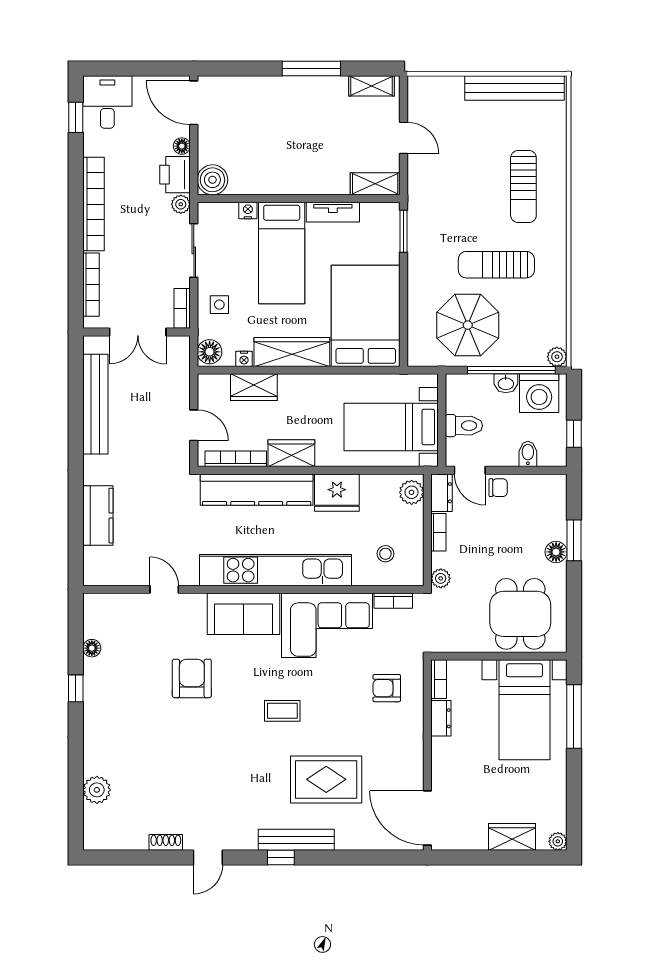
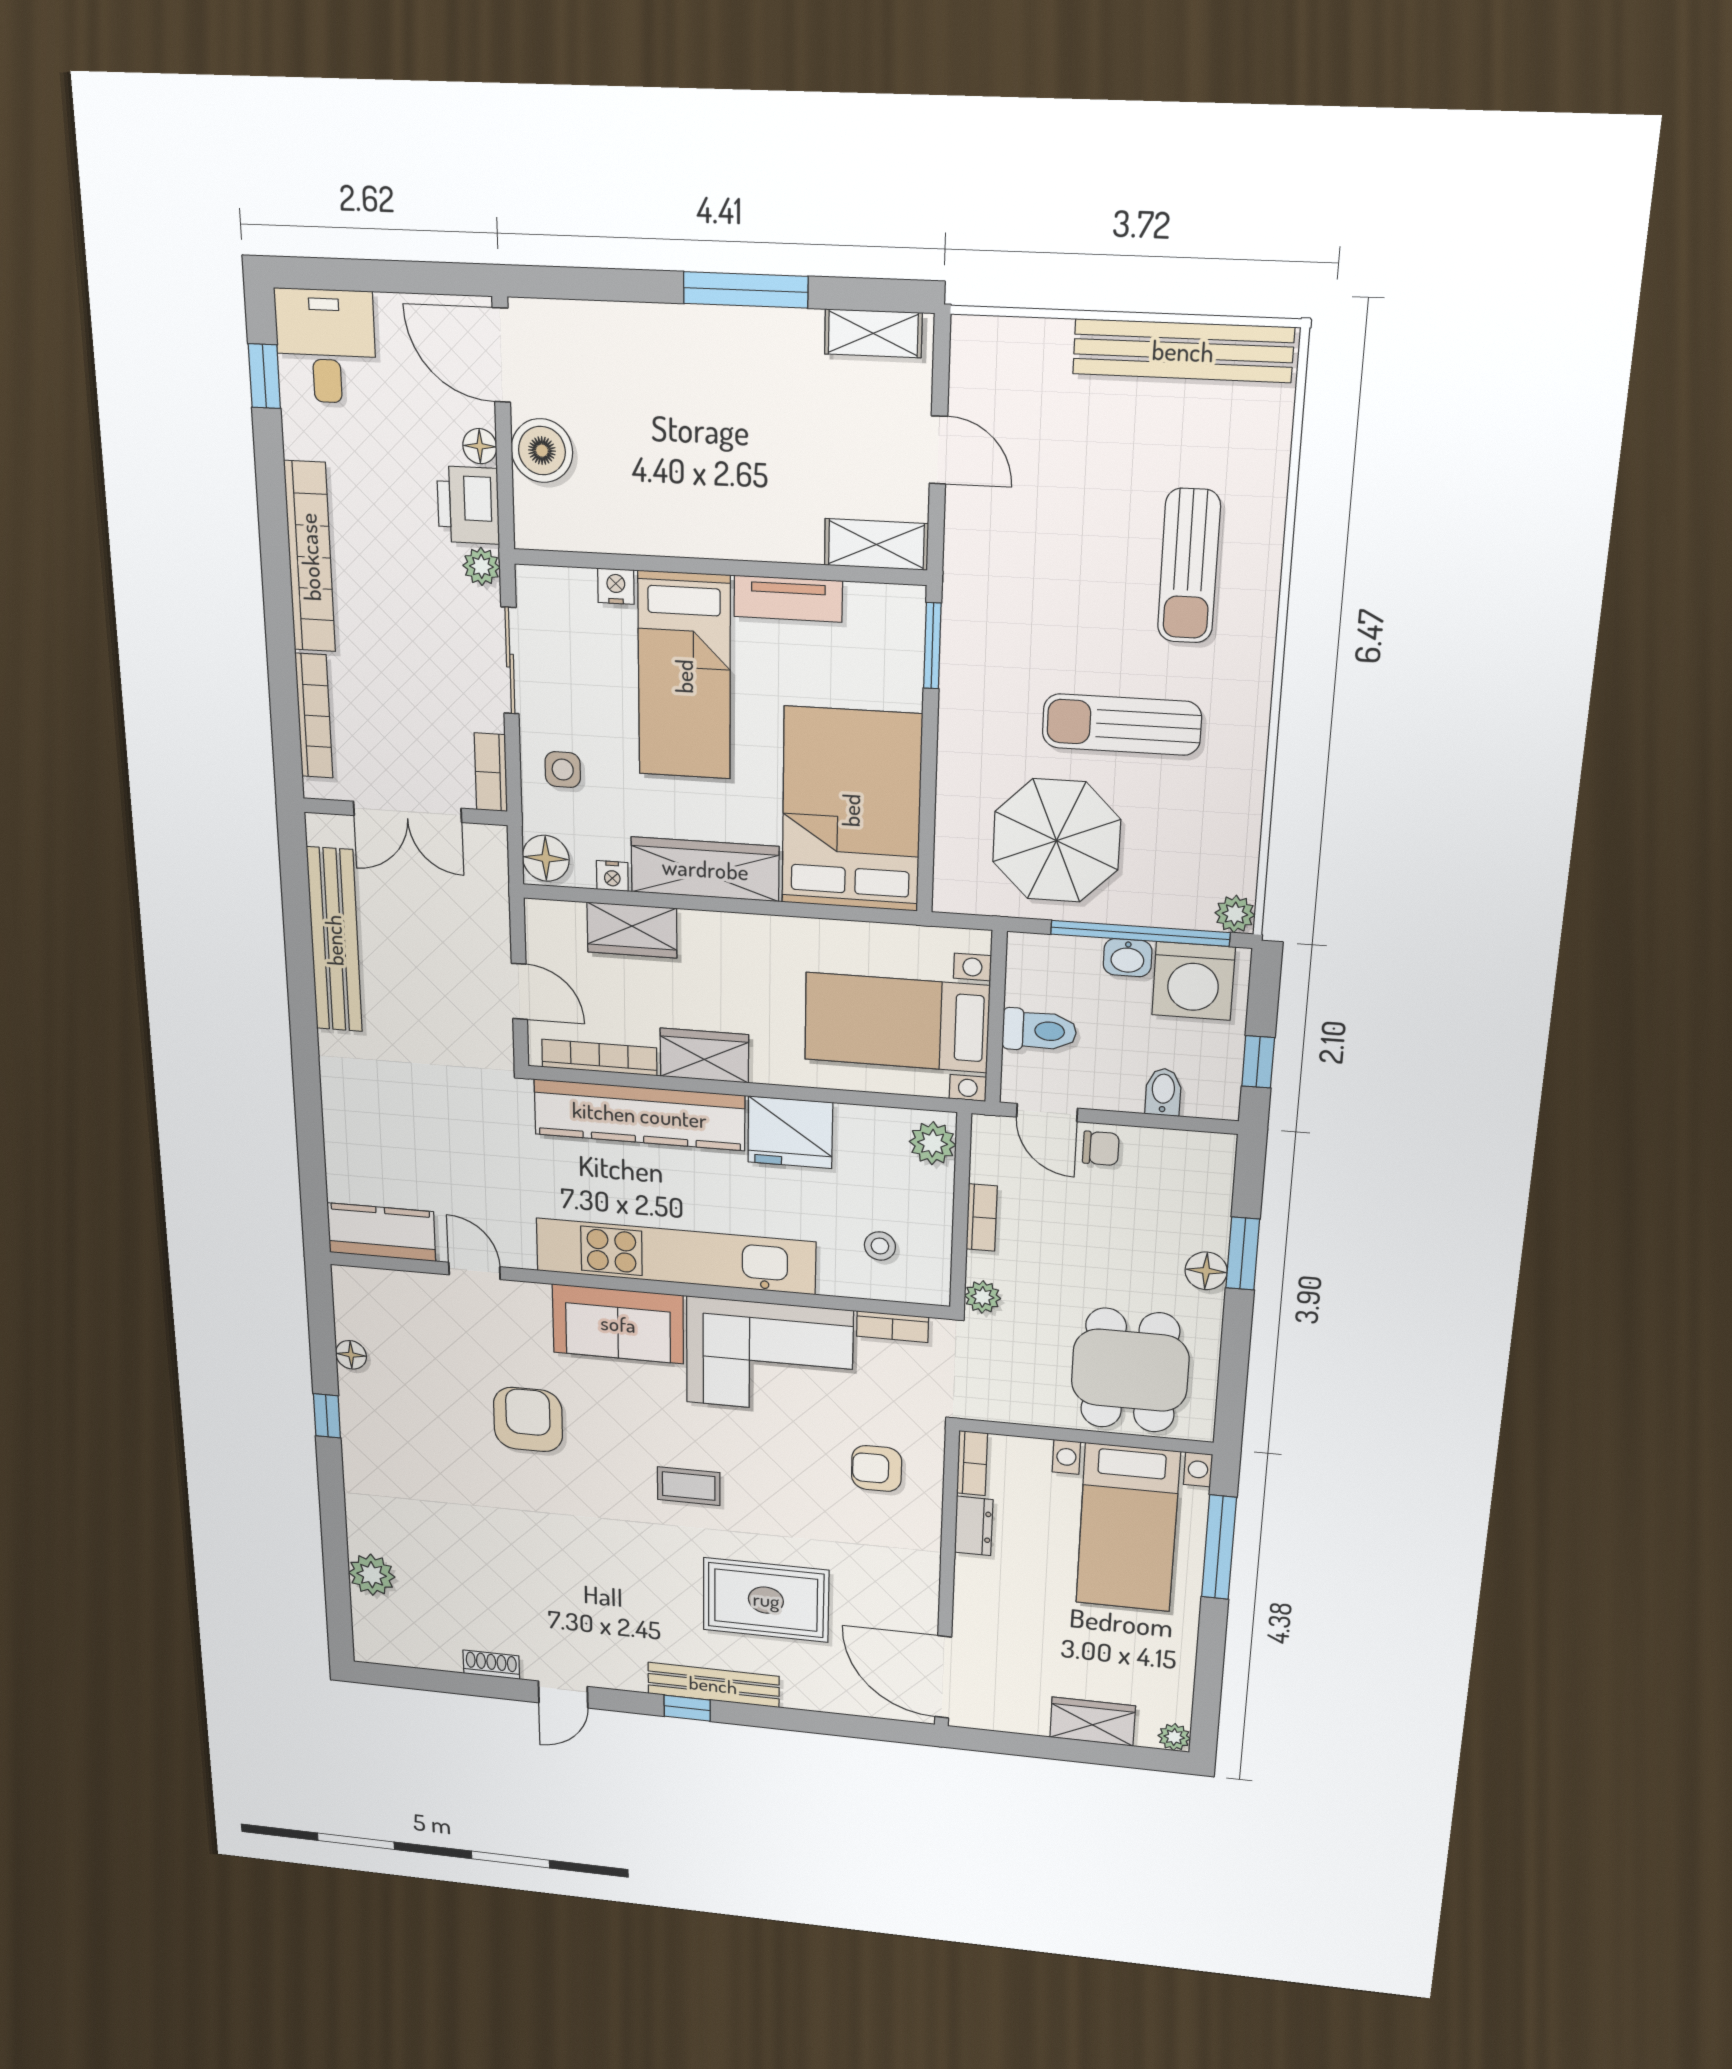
boiler: (212, 180) -> (542, 451), moved
dresser: (442, 493) -> (990, 1149), removed
kitchen counter: (98, 516) -> (381, 1232), moved, turned -90

